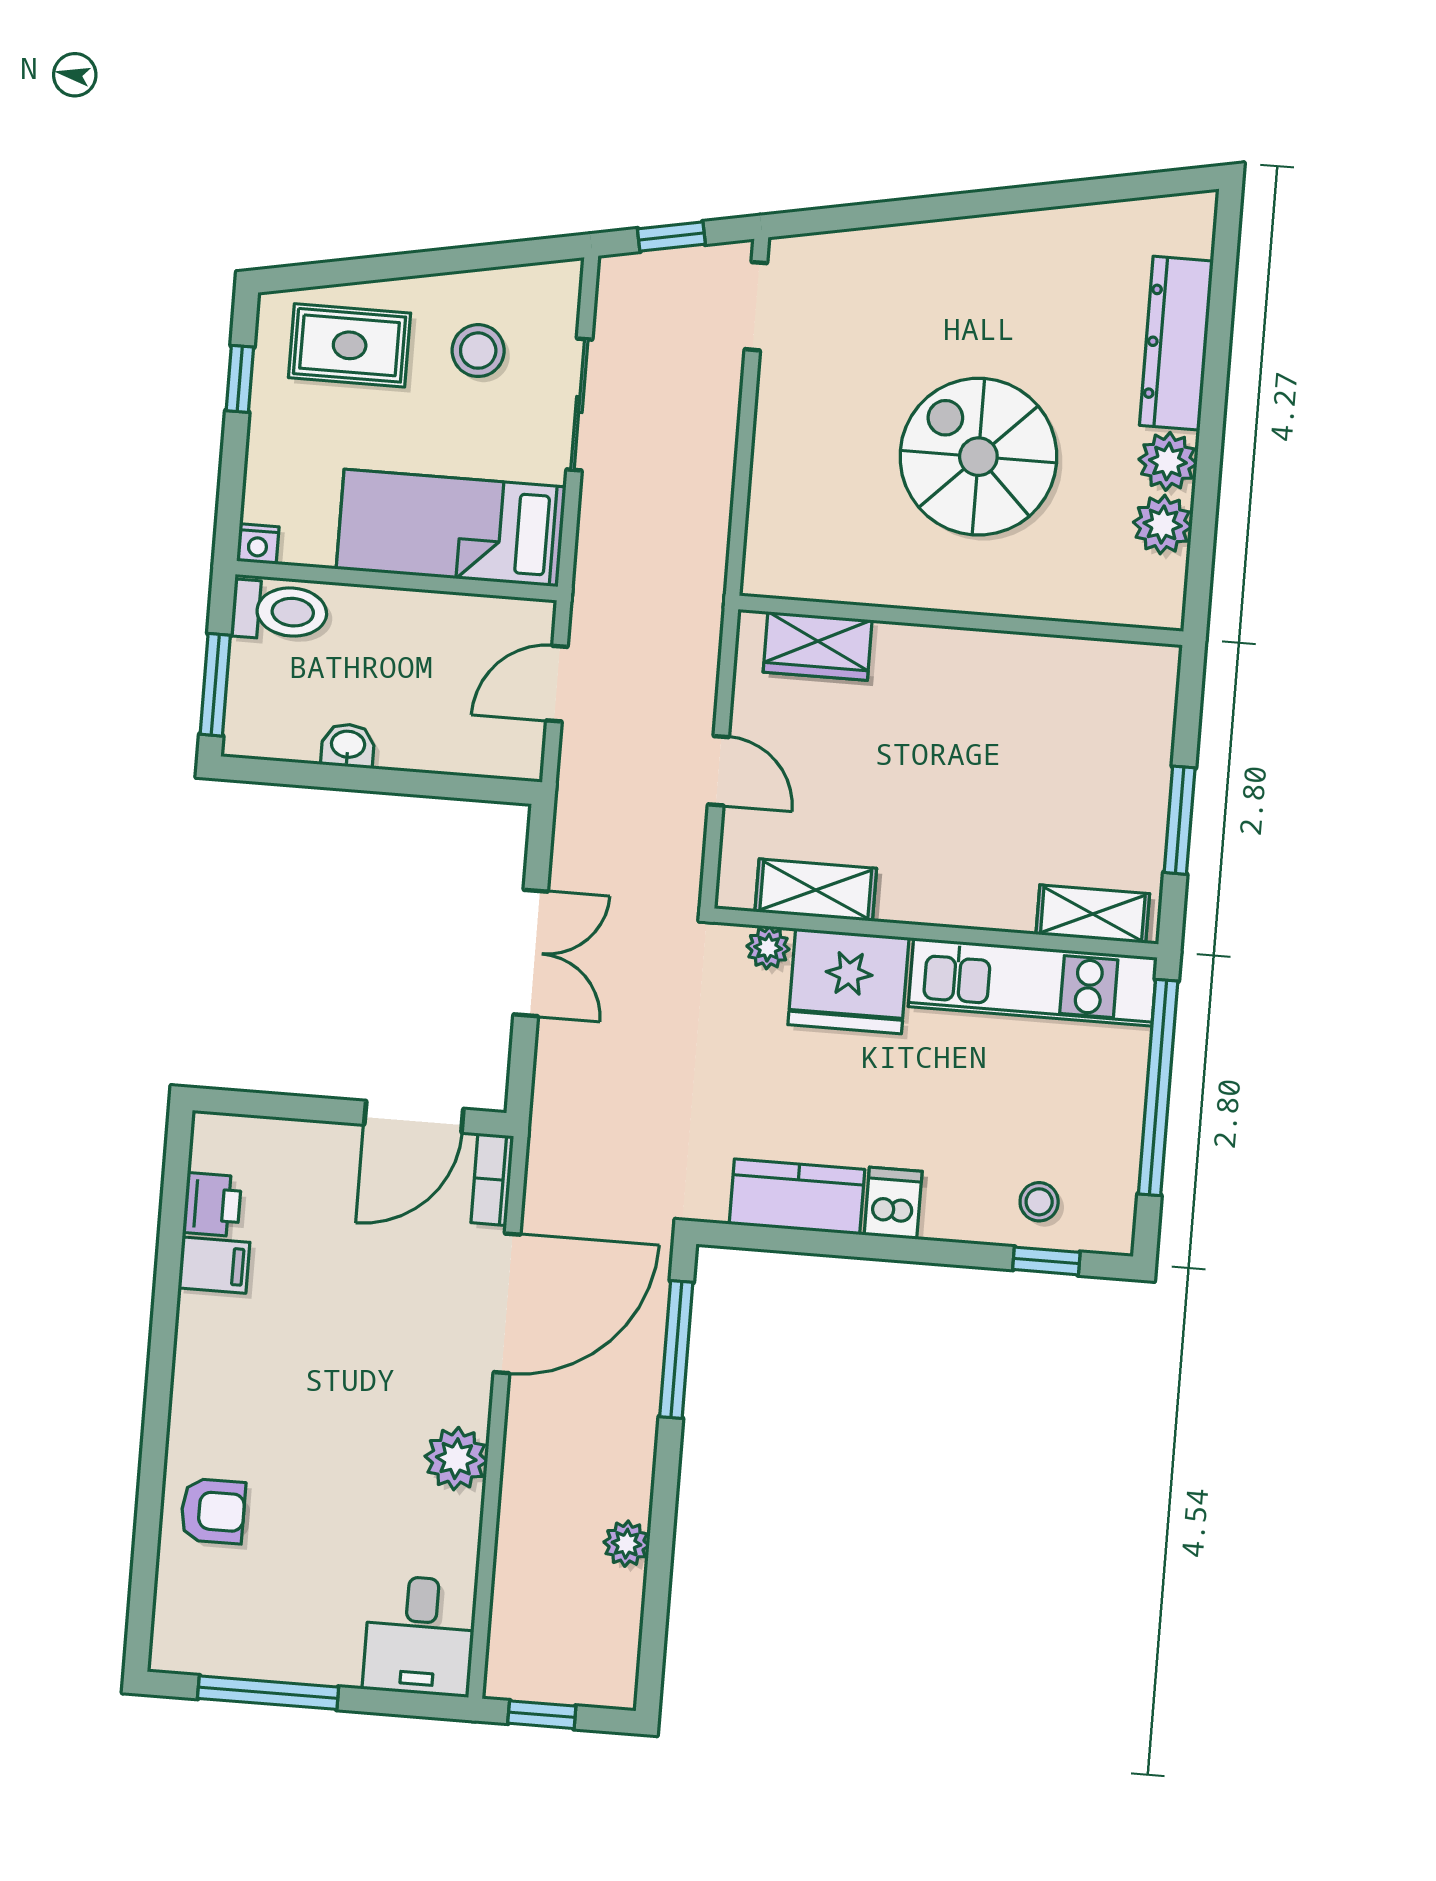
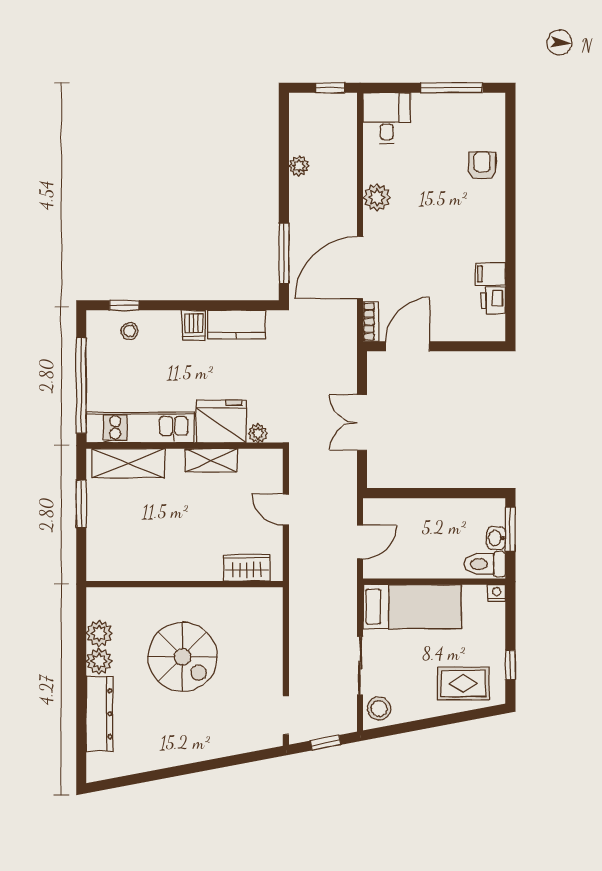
stool: (478, 351) -> (379, 708), moved
washbasin: (348, 746) -> (496, 538), moved, turned 90
shelving: (816, 890) -> (211, 460), moved
shelving: (1093, 914) -> (128, 463), width x1.50, depth x1.33
armchair: (213, 1511) -> (482, 166), turned 90

